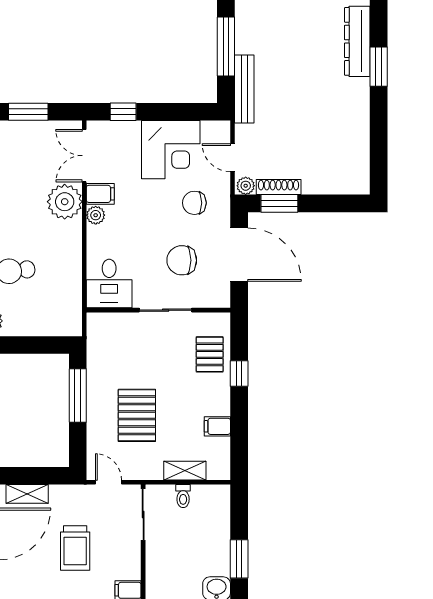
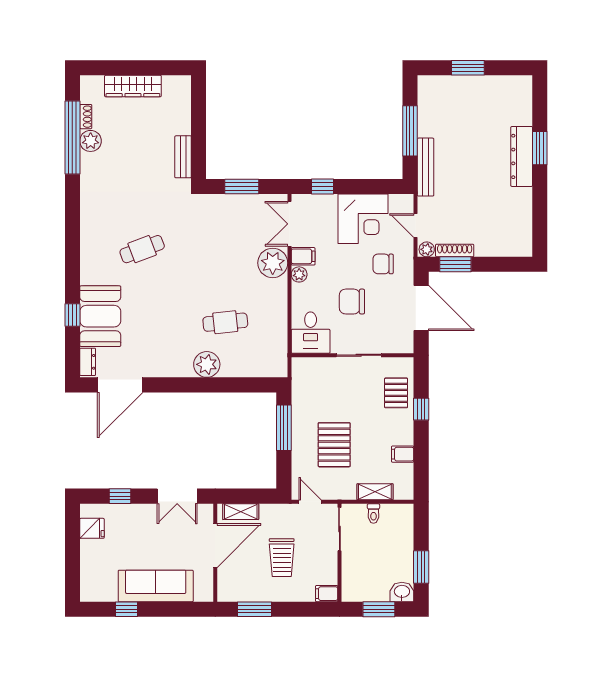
dresser: (357, 41) -> (522, 156), moved
chair: (182, 260) -> (352, 302), moved

